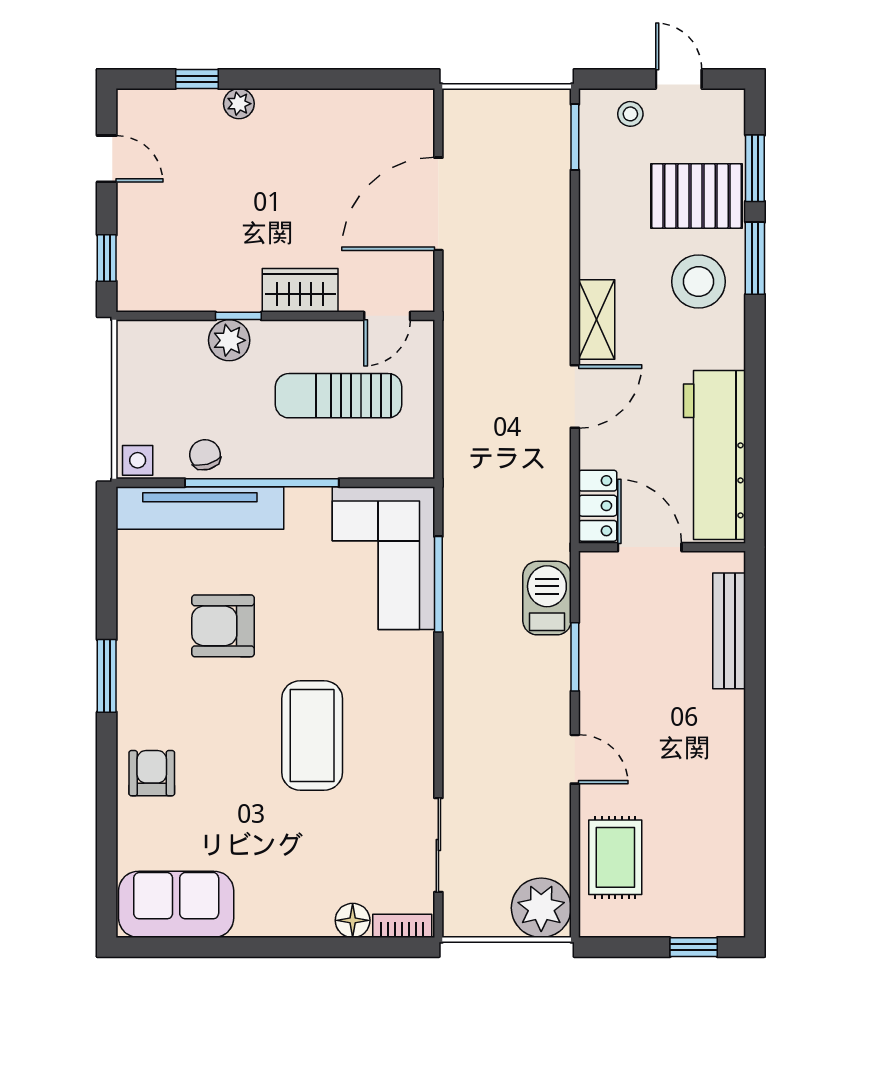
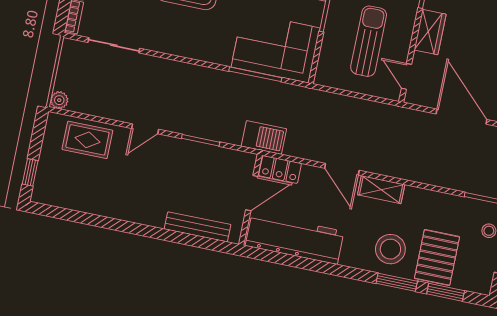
barbecue: (547, 598) -> (264, 138), moved
plant: (541, 908) -> (59, 100), width x0.53, depth x0.53

